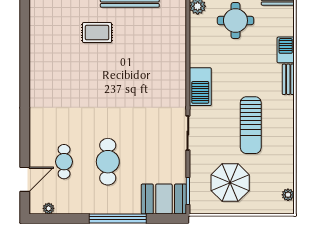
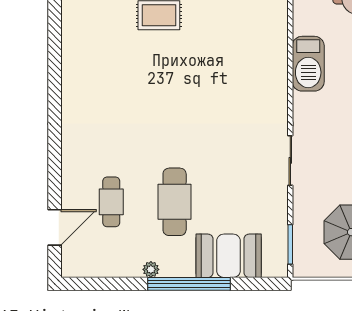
barbecue: (200, 87) -> (308, 64), moved
booth: (164, 199) -> (229, 256), moved
plant: (49, 208) -> (151, 269), moved

